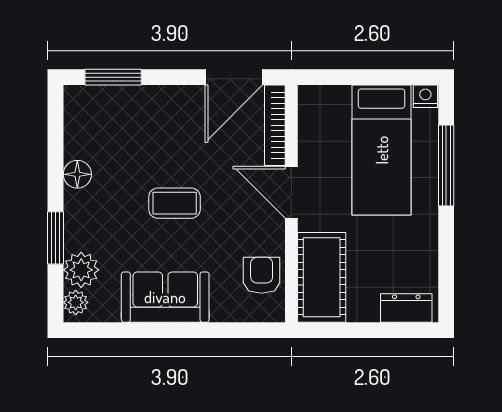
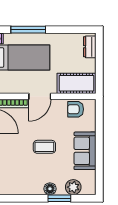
floor lamp: (77, 174) -> (50, 189), moved
coffee table: (175, 203) -> (44, 147), turned 90
plant: (76, 302) -> (87, 189), removed

